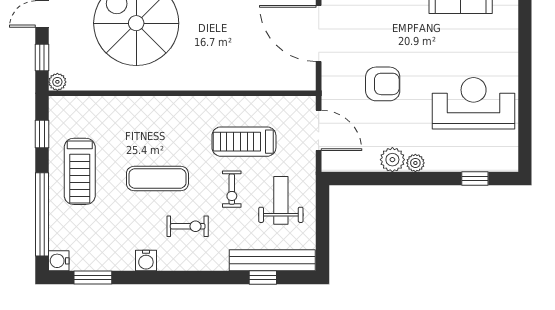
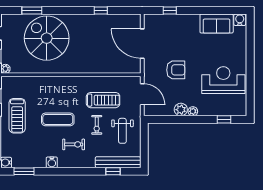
treadmill: (244, 142) -> (103, 100), turned 180
weight bench: (281, 200) -> (122, 131), turned 180

